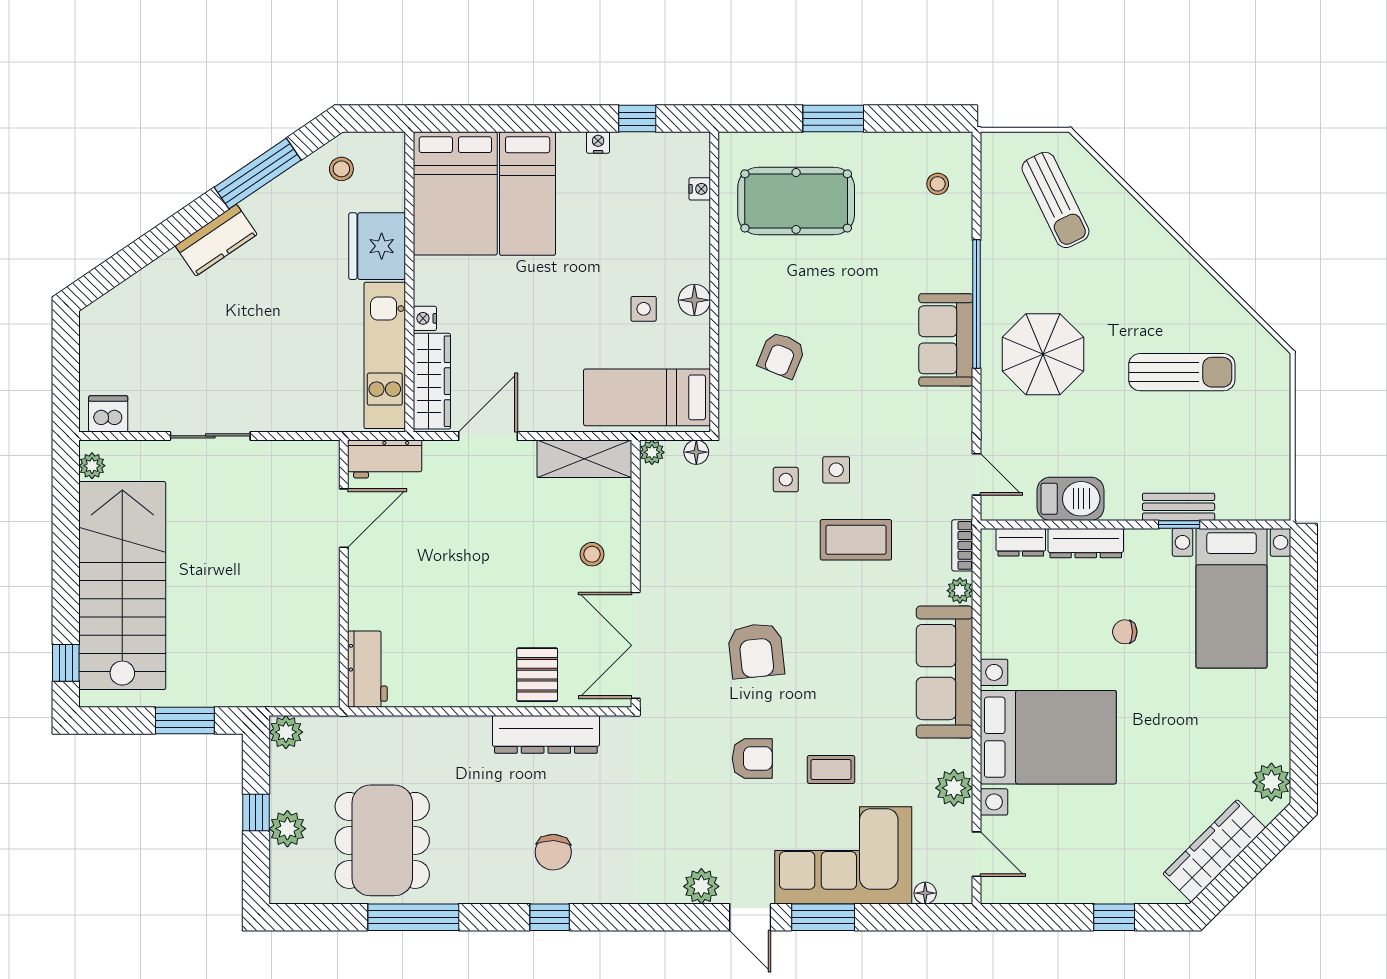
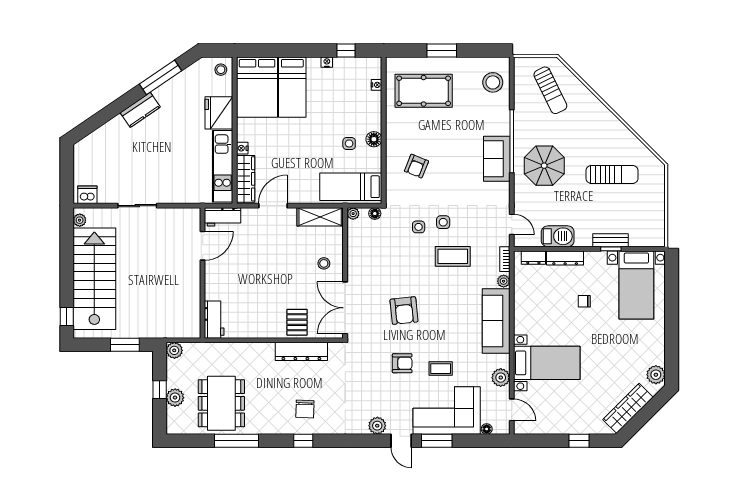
stool: (341, 169) -> (221, 70), moved
stool: (938, 184) -> (493, 82), width x1.89, depth x1.89
bed with nightstands: (1048, 737) -> (547, 363), width x0.73

